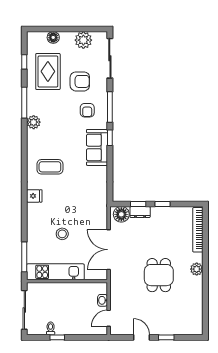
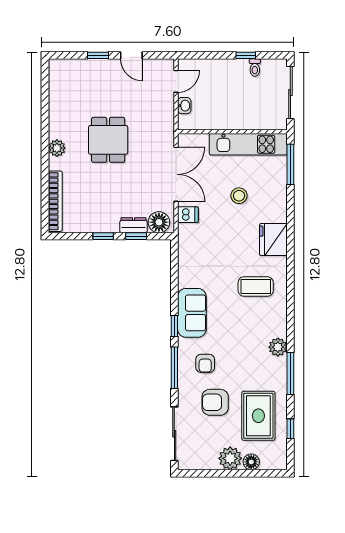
plant: (83, 40) -> (230, 458), moved
armchair: (87, 110) -> (205, 363), turned 180
fridge: (34, 196) -> (273, 239), width x1.88, depth x1.34
dishwasher: (100, 220) -> (188, 215), added

